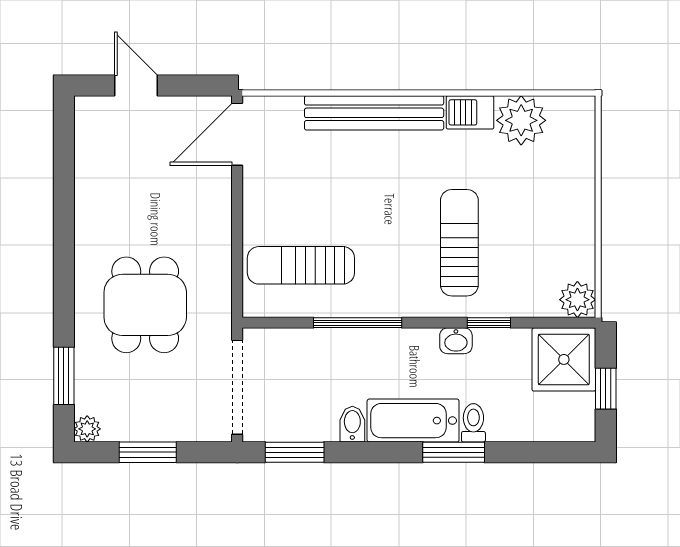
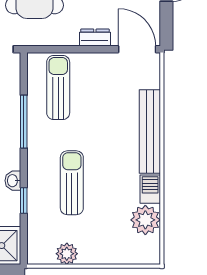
dresser: (218, 204) -> (95, 38), added
sun lounger: (459, 243) -> (72, 183), turned -90
plant: (577, 300) -> (67, 254), moved

